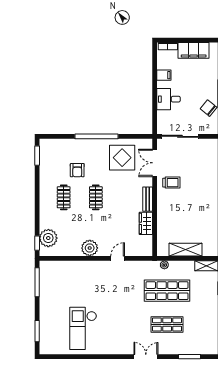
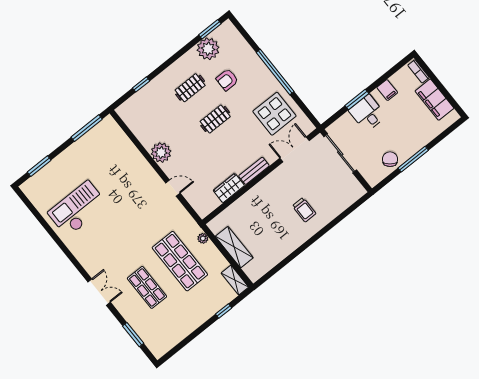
window: (155, 99) -> (357, 99), added
trolley: (171, 183) -> (304, 210), moved
plant: (48, 238) -> (208, 49), moved
window: (37, 243) -> (141, 84), moved

